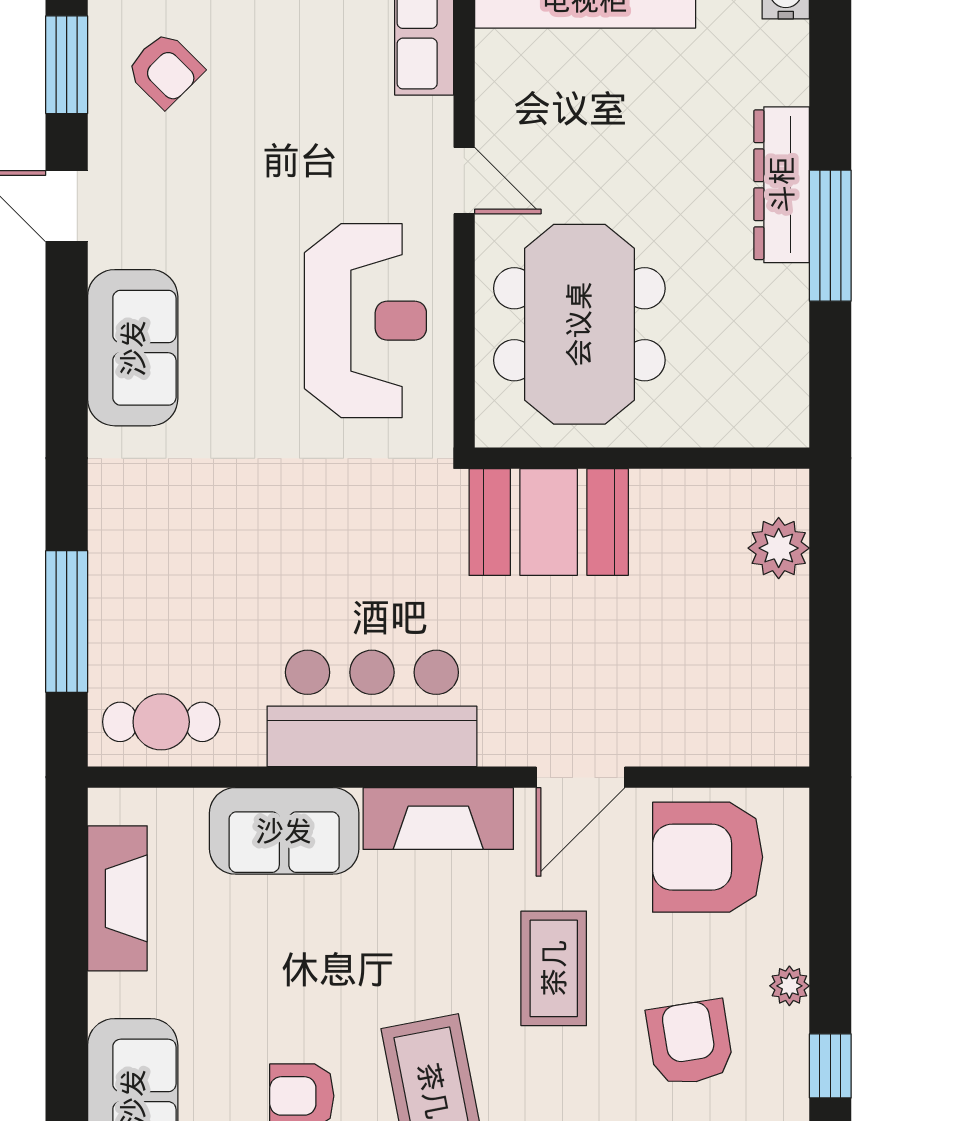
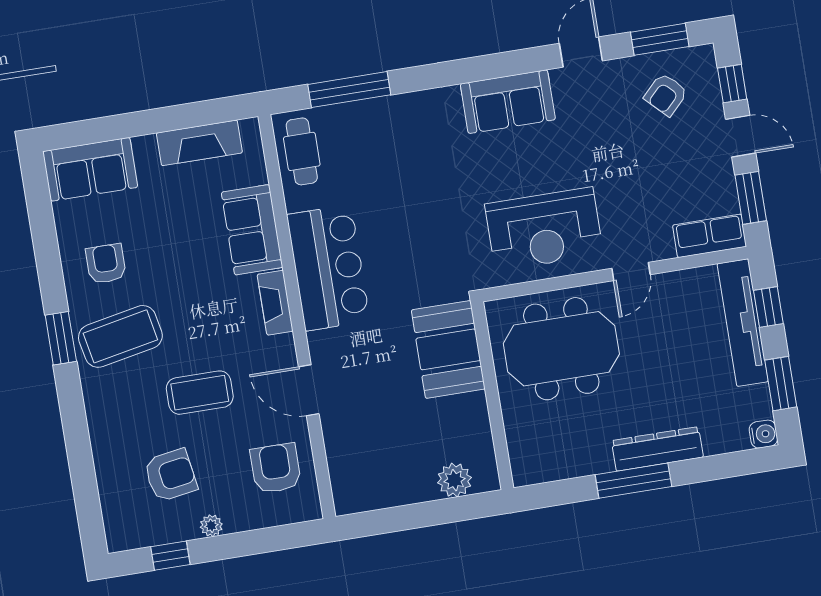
fireplace: (438, 819) -> (275, 303), width x0.73, depth x0.76
armchair: (708, 857) -> (276, 468), width x0.73, depth x0.73

